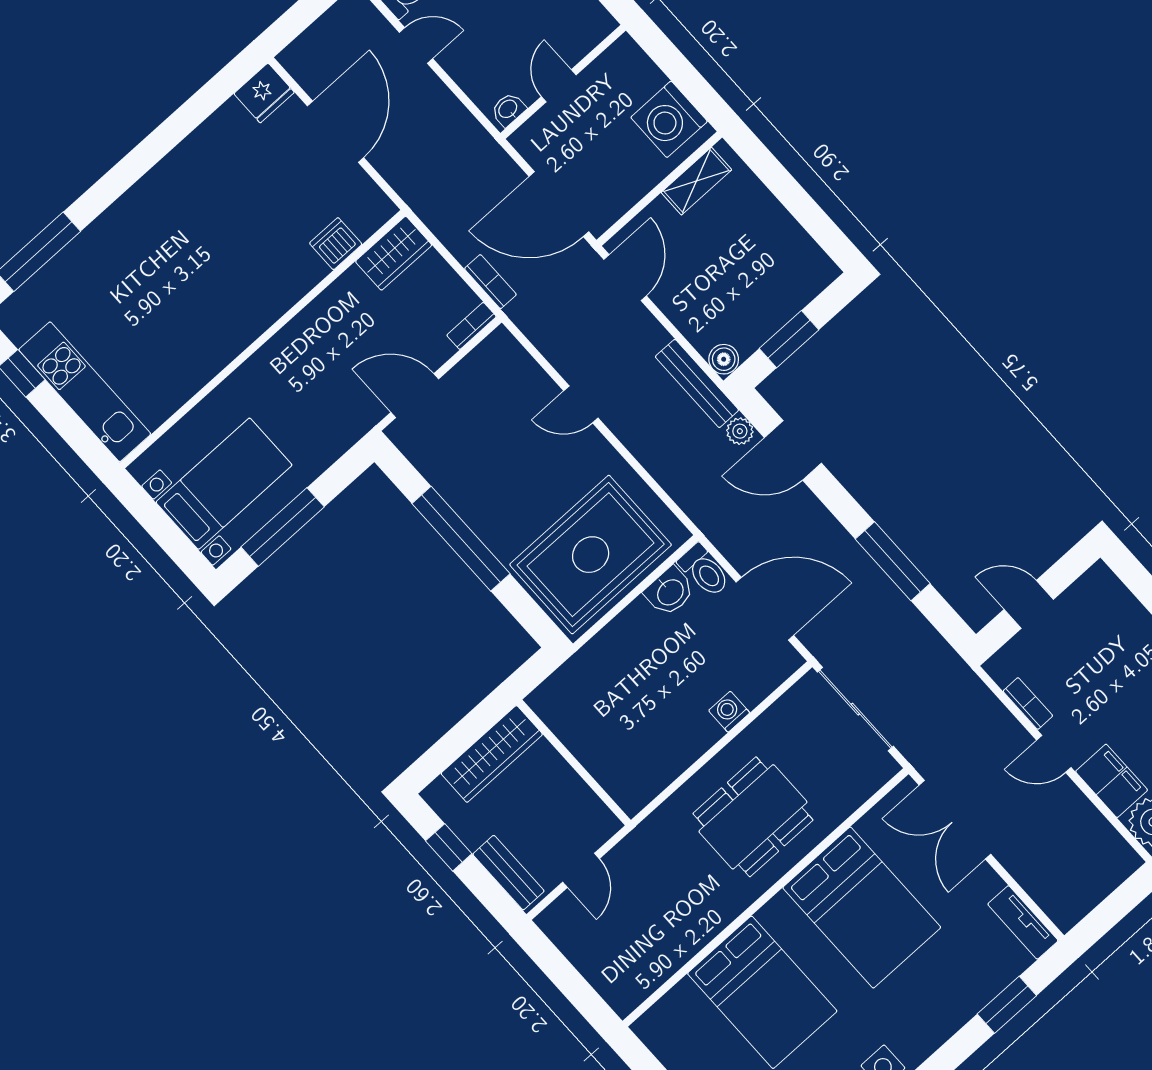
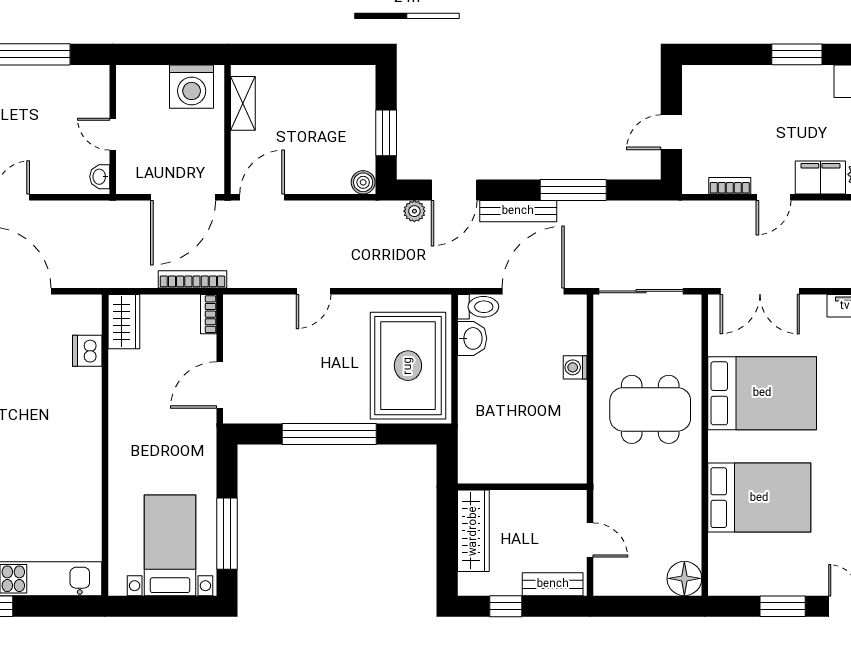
door: (625, 278) -> (262, 197), hinge flipped
bookcase: (490, 282) -> (192, 279), width x1.56
bench: (697, 383) -> (518, 211), moved
dining table: (753, 817) -> (650, 409), turned 90
floor lamp: (624, 990) -> (684, 578), added

